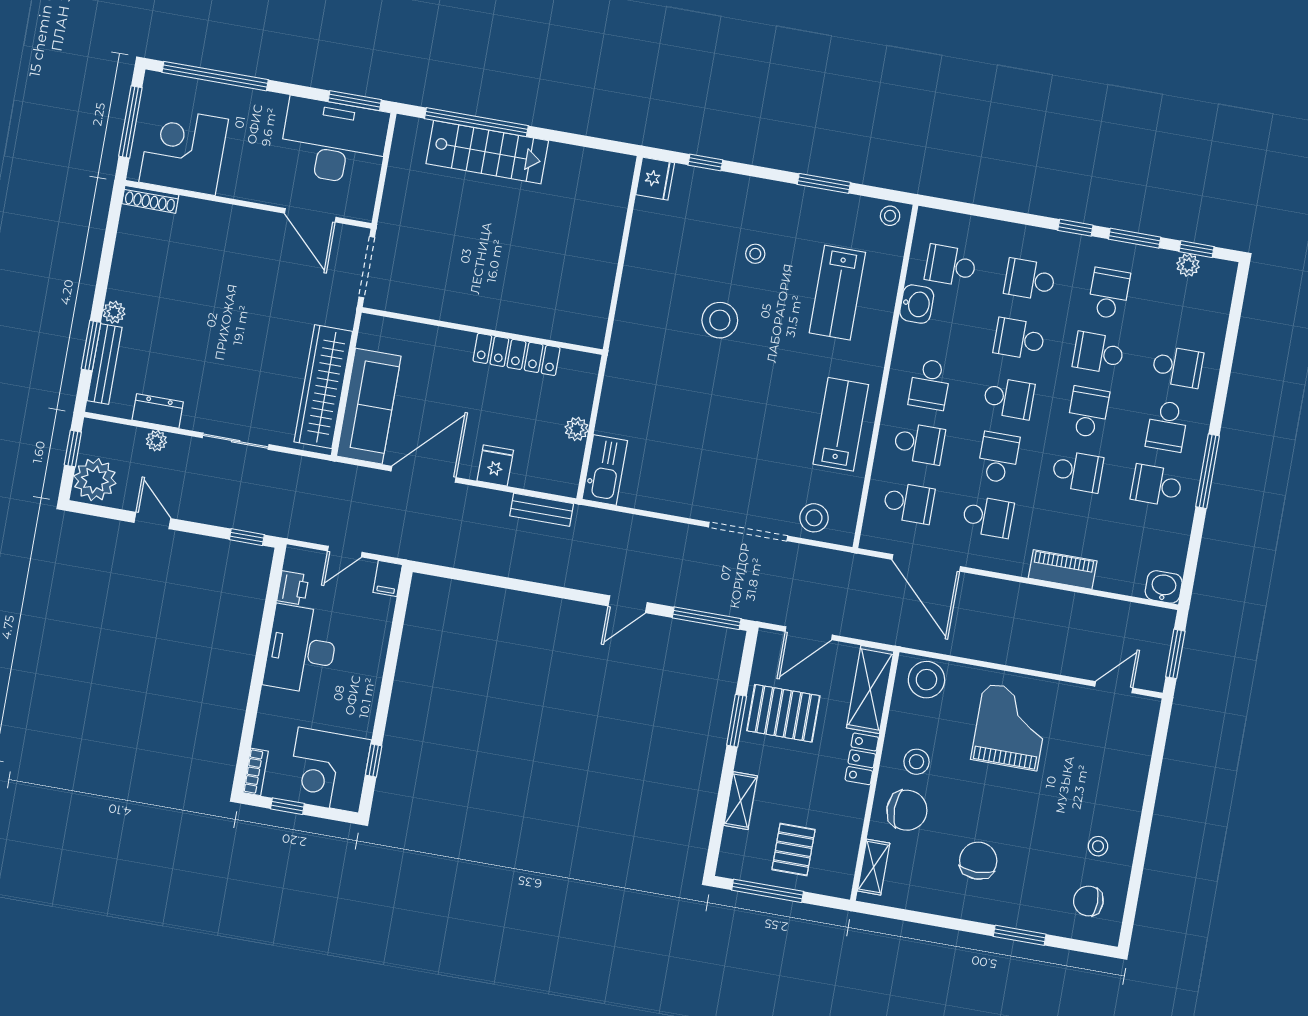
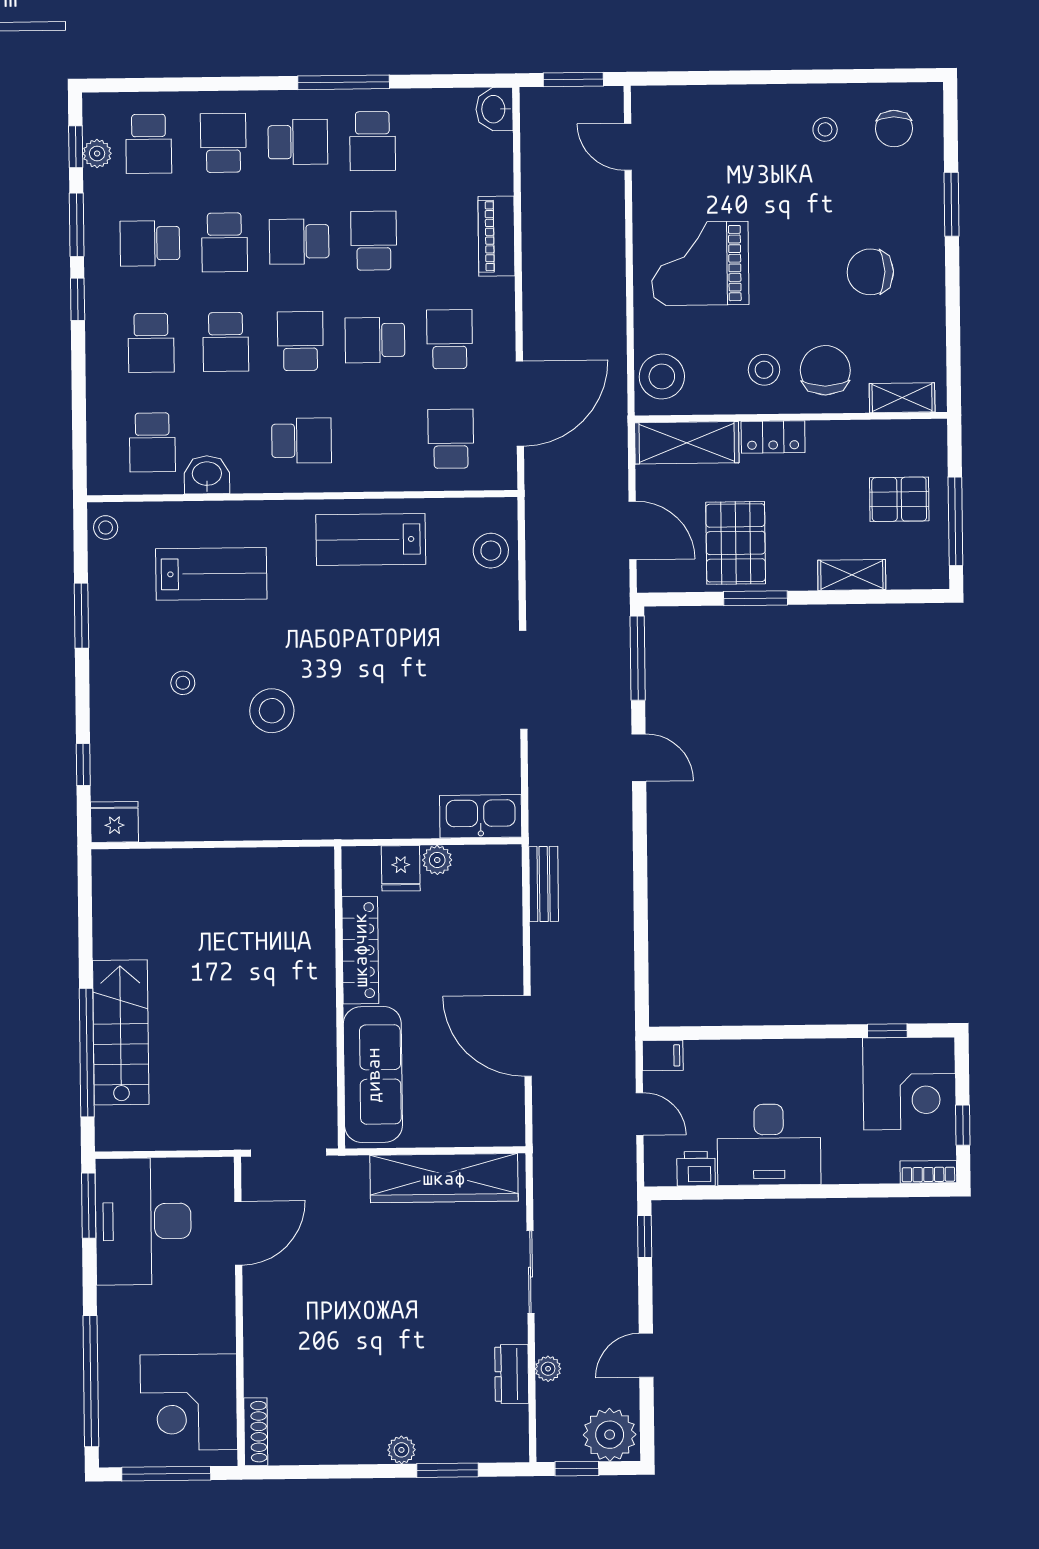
bench: (105, 364) -> (467, 1449), removed
sofa: (369, 406) -> (373, 1075), moved, turned 90
school desk: (919, 444) -> (149, 144), moved, turned 180
fridge: (495, 466) -> (401, 868), moved, turned -90
doorway: (748, 532) -> (523, 680), moved

